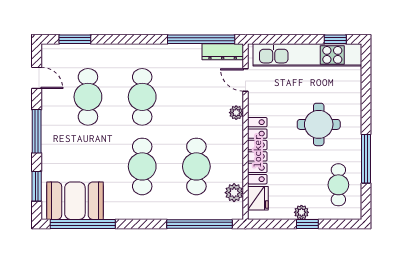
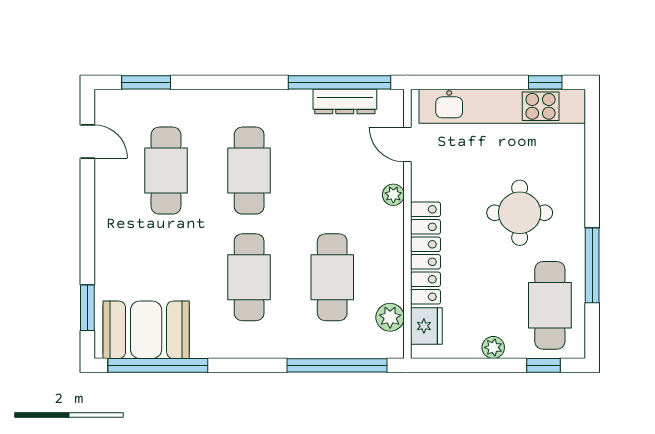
dresser: (223, 52) -> (345, 102), moved
window: (37, 131) -> (87, 223), removed
cafe table: (338, 185) -> (550, 305), width x1.37, depth x1.35
window: (307, 224) -> (544, 365), moved

